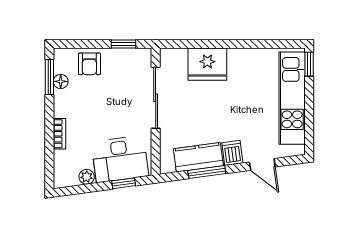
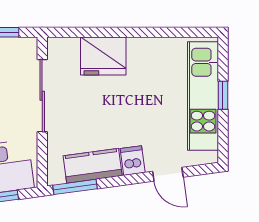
window: (309, 64) -> (223, 95), moved
window: (207, 172) -> (75, 187), moved

